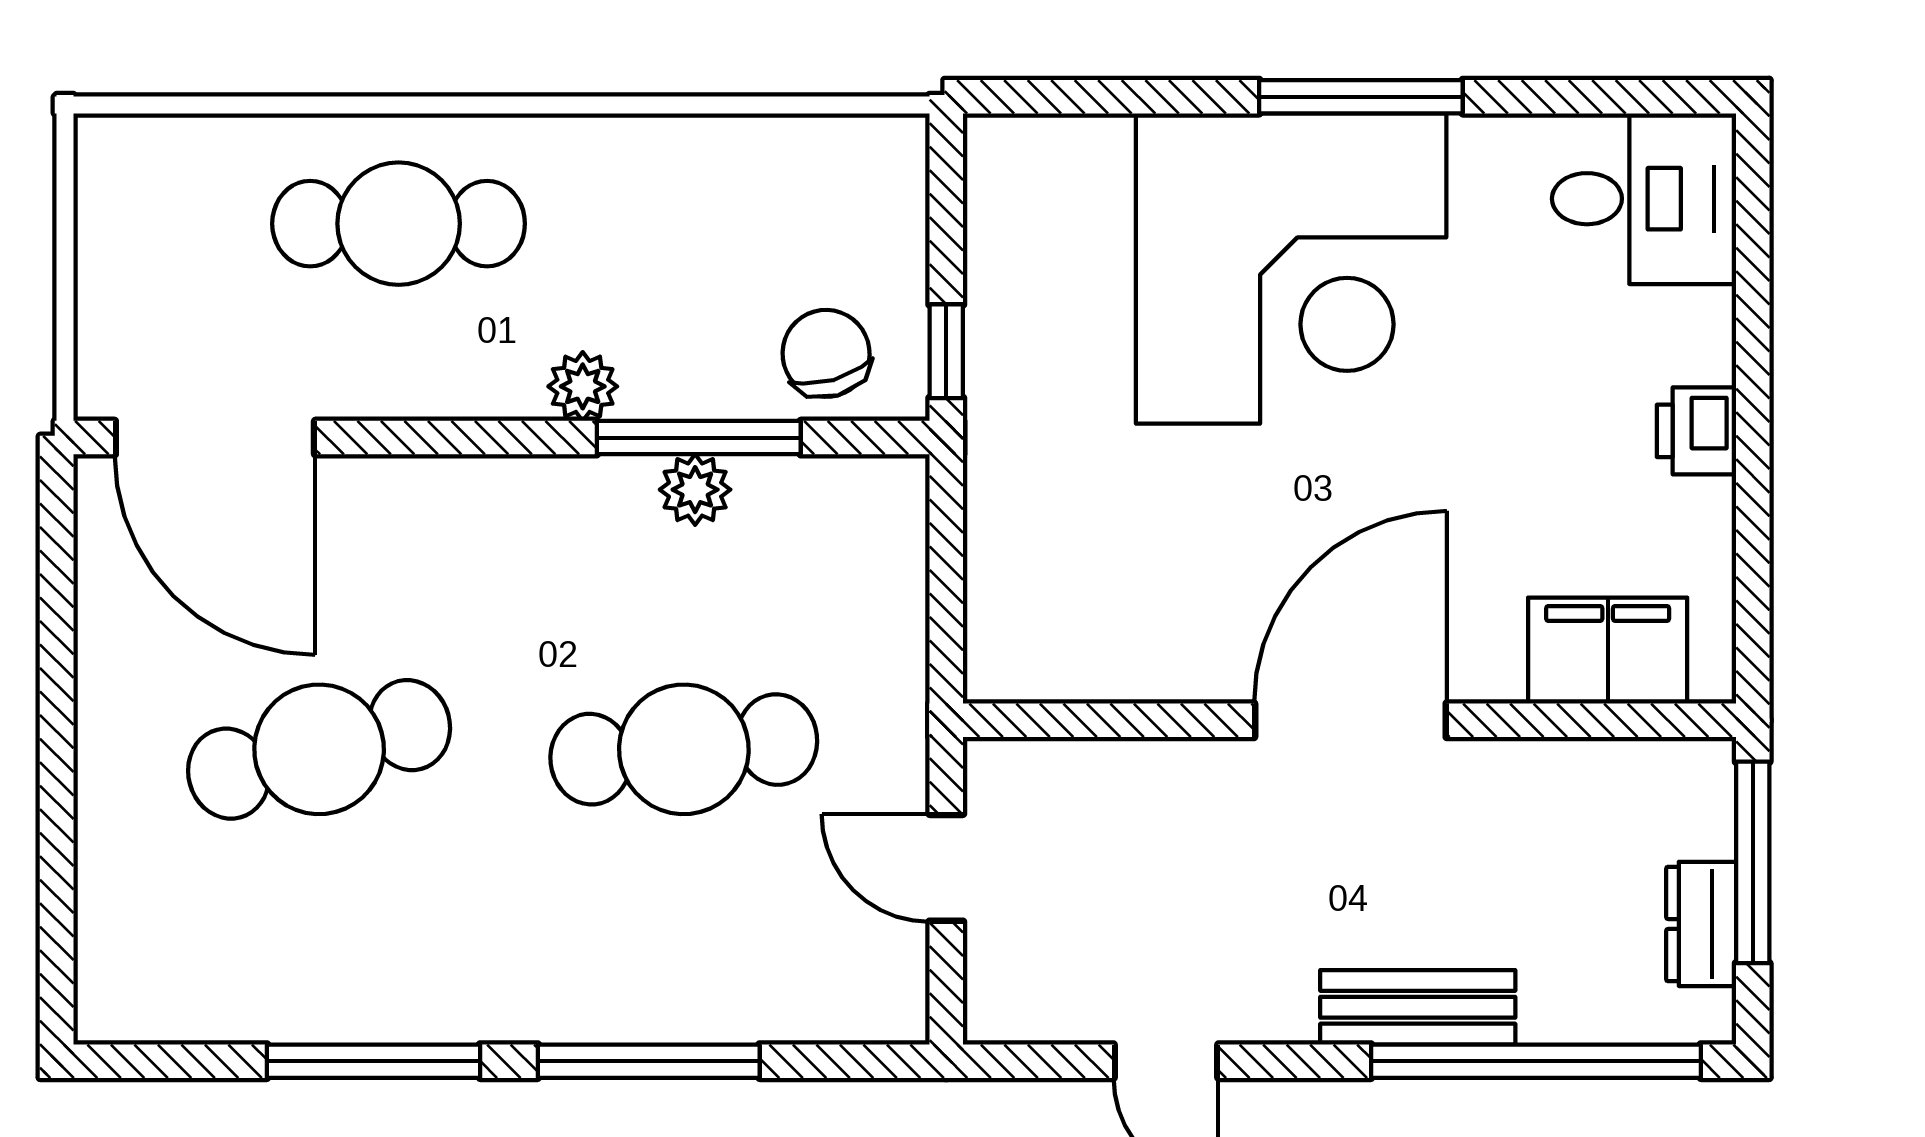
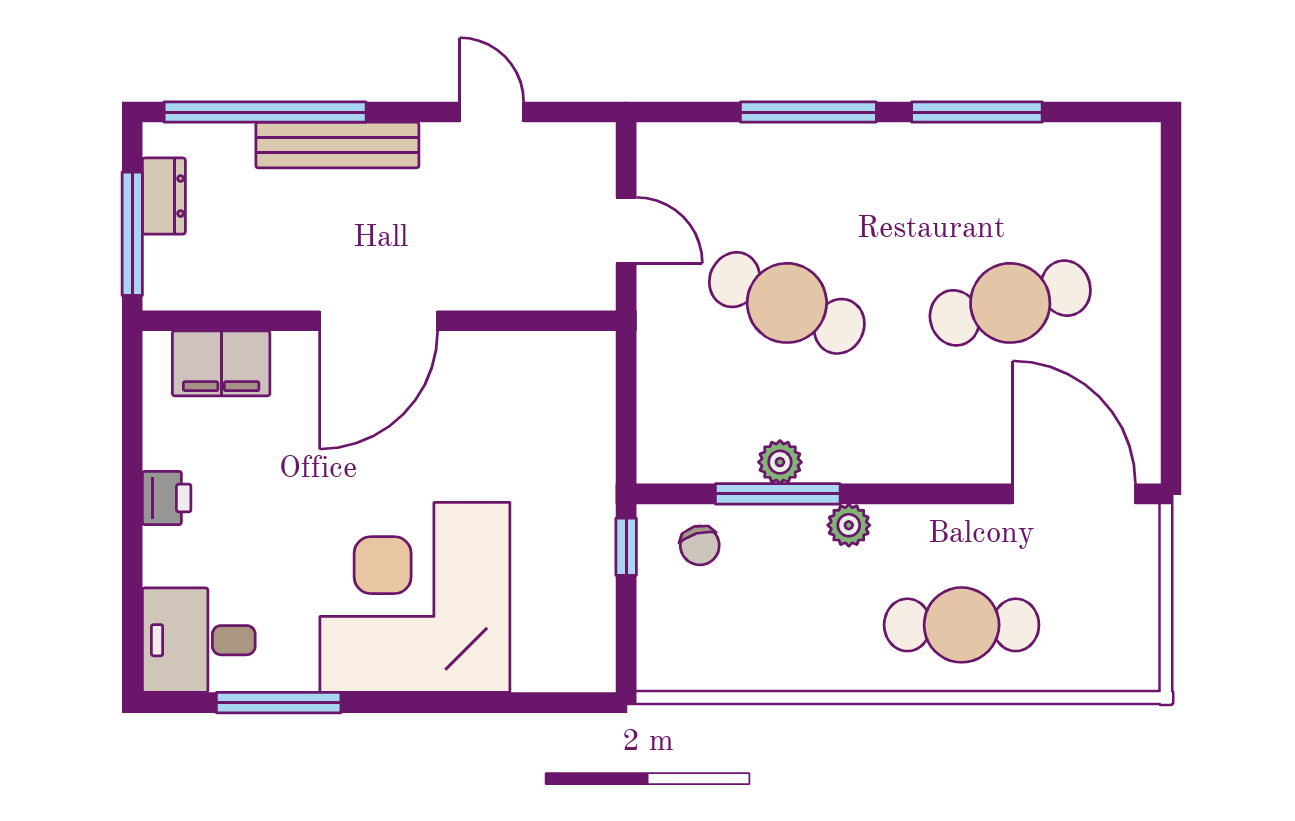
window: (1361, 97) -> (279, 703), moved
chair: (826, 353) -> (700, 545), width x0.73, depth x0.73
cafe table: (684, 749) -> (787, 303), turned 30
bench: (1418, 1007) -> (337, 145), width x1.36

